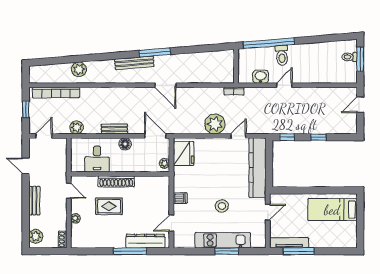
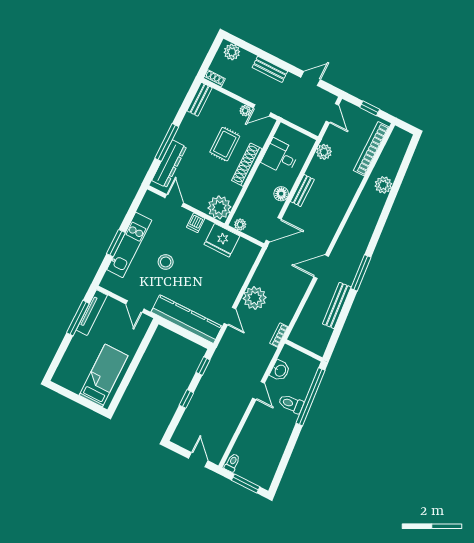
toilet: (349, 57) -> (232, 463), moved
bench: (134, 63) -> (337, 305), moved
fridge: (184, 154) -> (222, 240), moved
plant: (159, 186) -> (219, 207), added
plant: (75, 218) -> (245, 111), moved
bench: (84, 243) -> (200, 99), added

